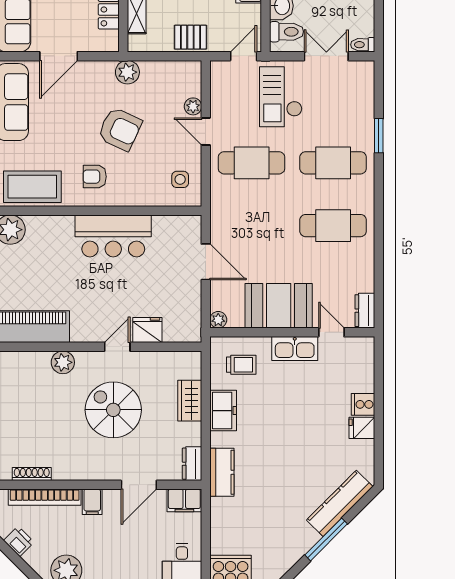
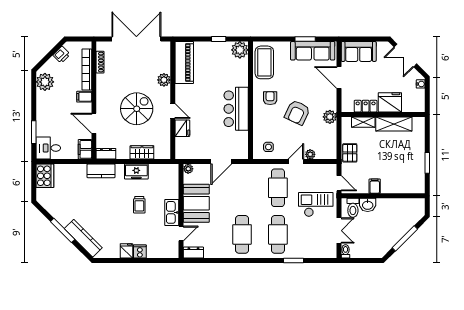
trolley: (241, 365) -> (139, 205), moved

